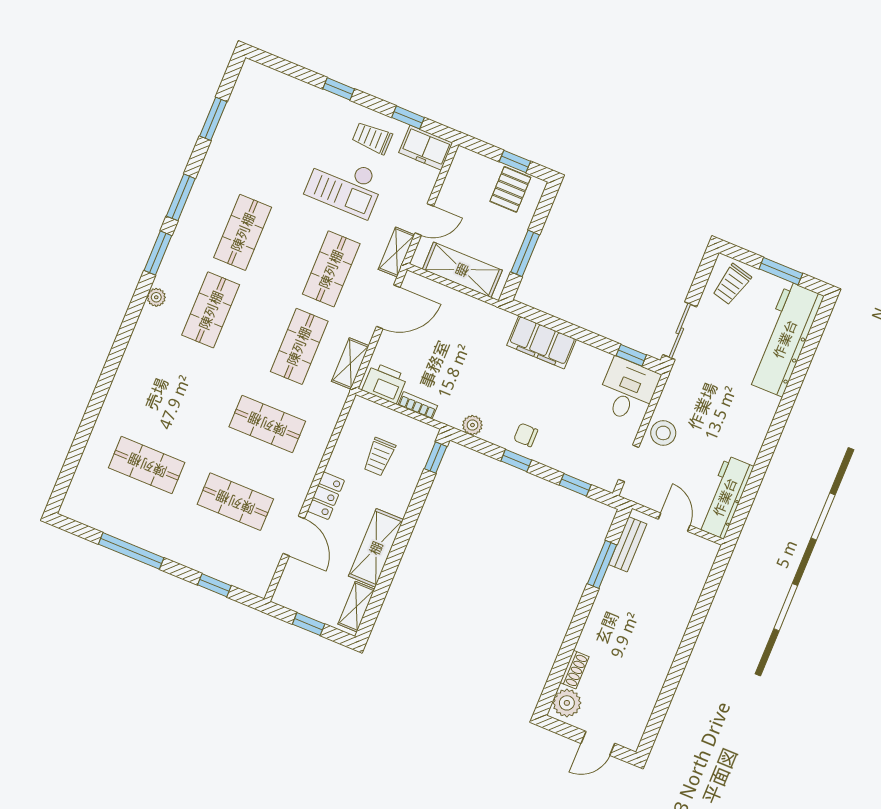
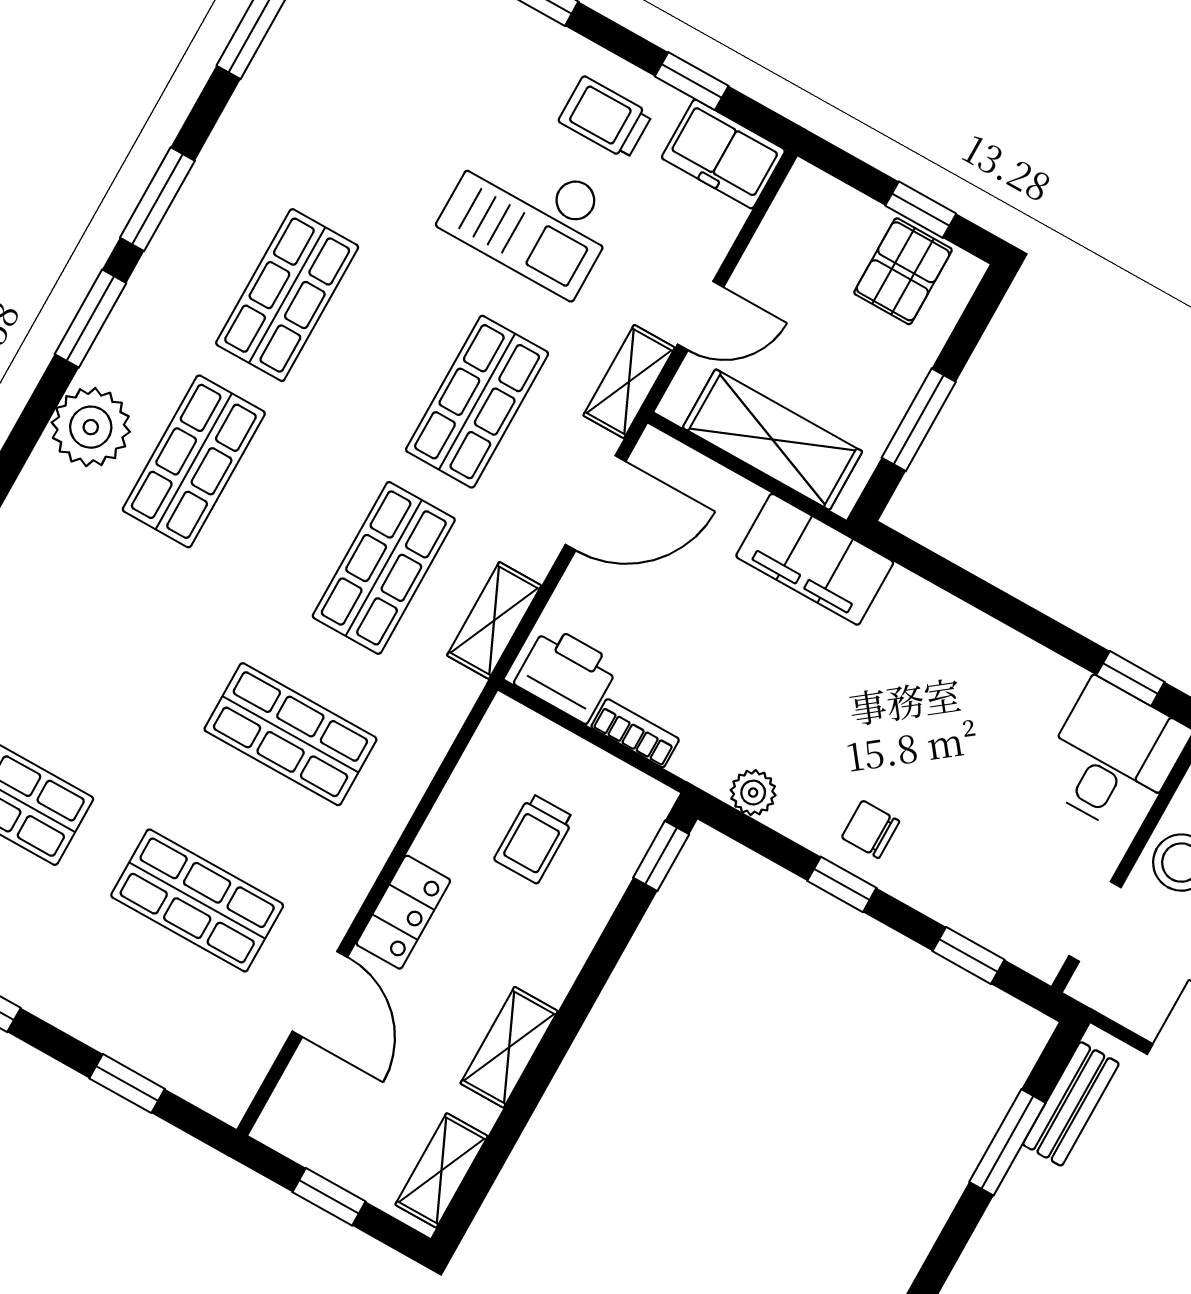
plant: (156, 297) -> (91, 427), width x1.88, depth x1.88
filing cabinet: (541, 342) -> (815, 559), moved
shelving: (376, 548) -> (509, 1047), width x0.67, depth x0.75

